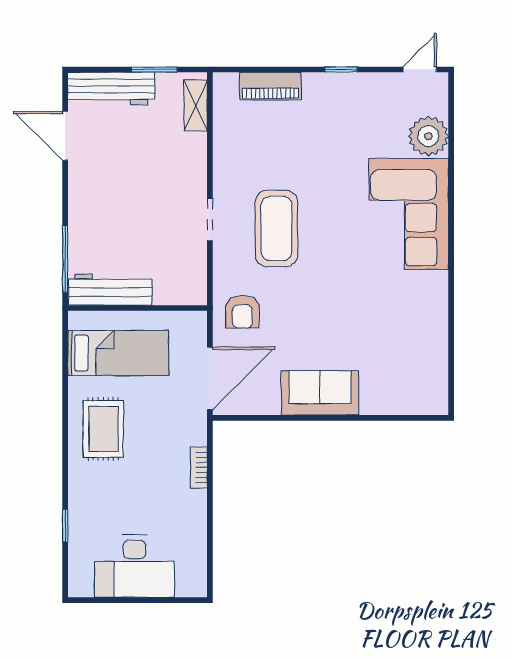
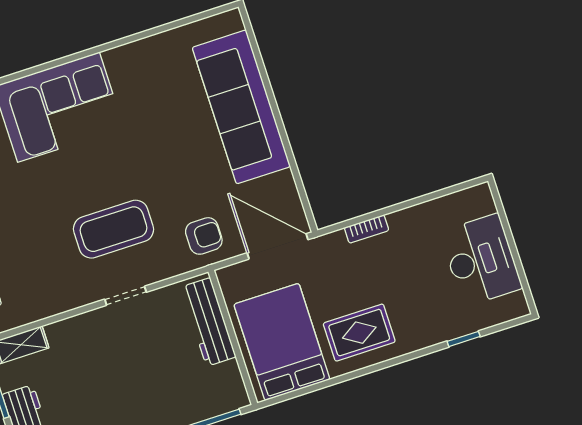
workbench: (110, 290) -> (208, 322), moved
bed: (118, 353) -> (282, 342), width x1.50
sofa: (320, 393) -> (241, 107), width x1.85, depth x1.27

